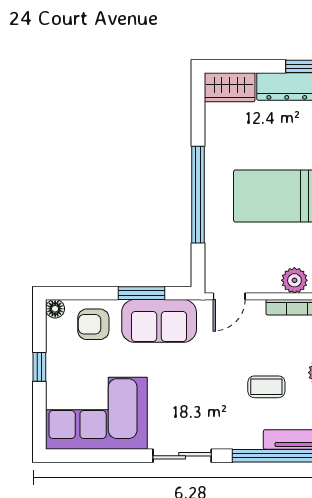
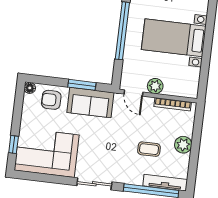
plant: (294, 280) -> (155, 86), moved
door: (229, 296) -> (133, 93), hinge flipped
window: (39, 367) -> (14, 145), moved

